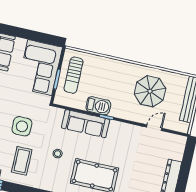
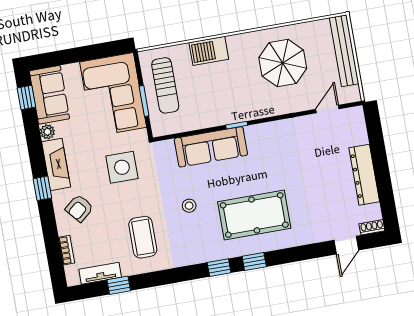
barbecue: (98, 106) -> (209, 51), moved, turned 180
side table: (22, 126) -> (122, 167), moved
door: (154, 128) -> (327, 109), moved

